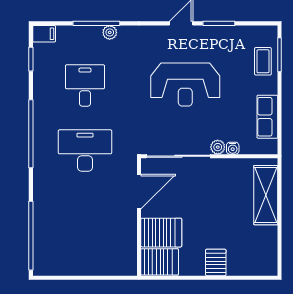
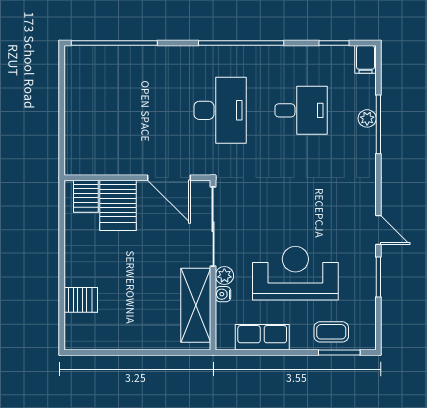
plant: (110, 32) -> (367, 118), moved
reception desk: (185, 85) -> (295, 273), moved, turned 90
shelving: (266, 195) -> (196, 305), moved, turned 90
server rack: (160, 262) -> (86, 196), width x0.73, depth x0.70
server rack: (216, 262) -> (81, 300), moved

